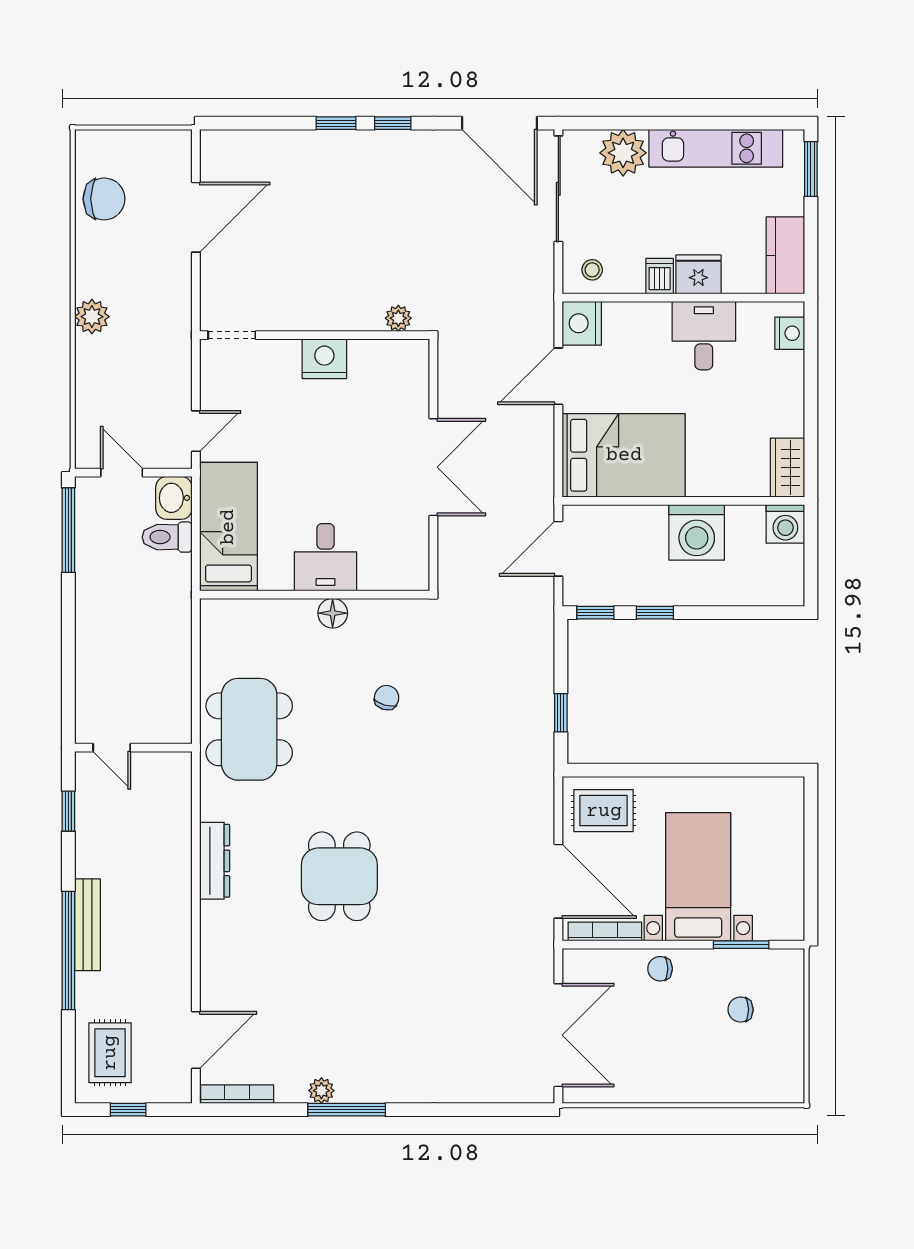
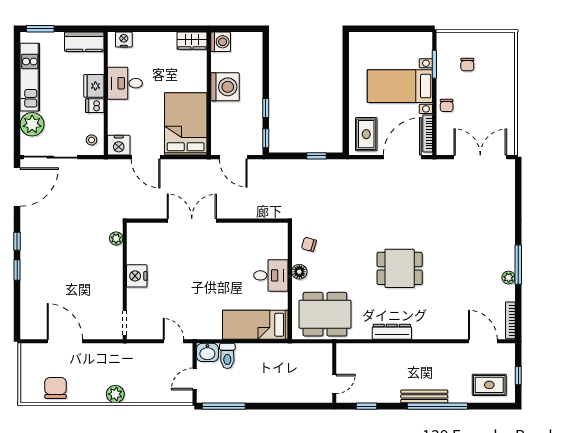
bed: (228, 527) -> (255, 325), moved
desk: (326, 557) -> (271, 275), moved
wall: (315, 595) -> (290, 281), moved
floor lamp: (333, 613) -> (299, 272), moved

